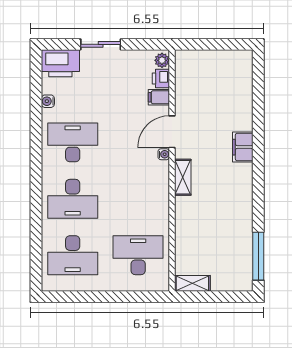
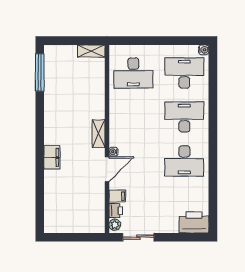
sliding door: (101, 44) -> (138, 237), moved
water cooler: (48, 101) -> (204, 50), moved

